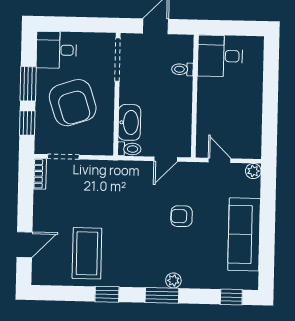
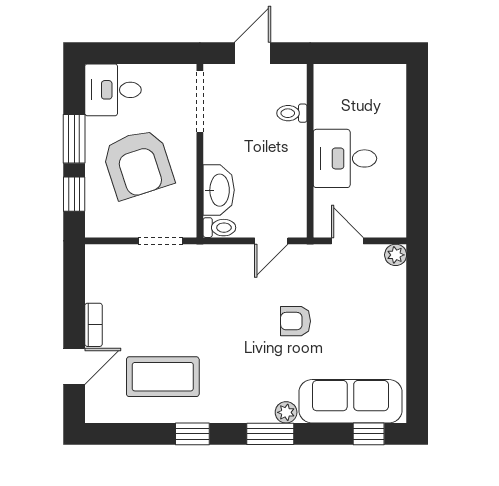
desk: (220, 56) -> (345, 158), moved
doorway: (63, 157) -> (160, 241), moved
bookcase: (40, 174) -> (94, 325), moved
sofa: (244, 234) -> (350, 401), moved, turned 90
coffee table: (87, 253) -> (163, 377), turned 90

